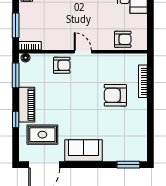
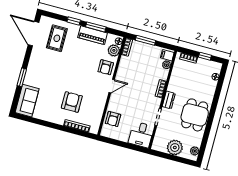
plant: (38, 61) -> (114, 50), added
window: (16, 75) -> (96, 27), moved
piano: (27, 105) -> (93, 35), moved
sofa: (83, 150) -> (27, 101), moved
window: (128, 165) -> (22, 77), moved

